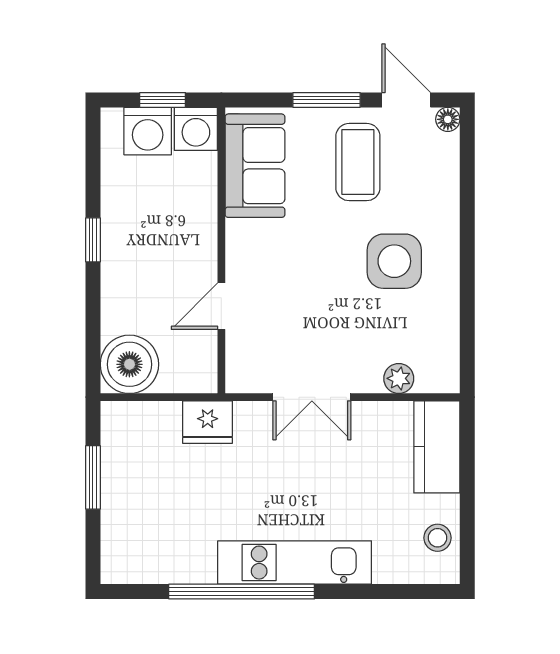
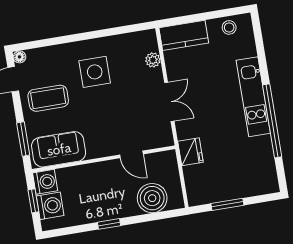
window: (327, 100) -> (23, 139), moved
boiler: (129, 364) -> (152, 198), moved

